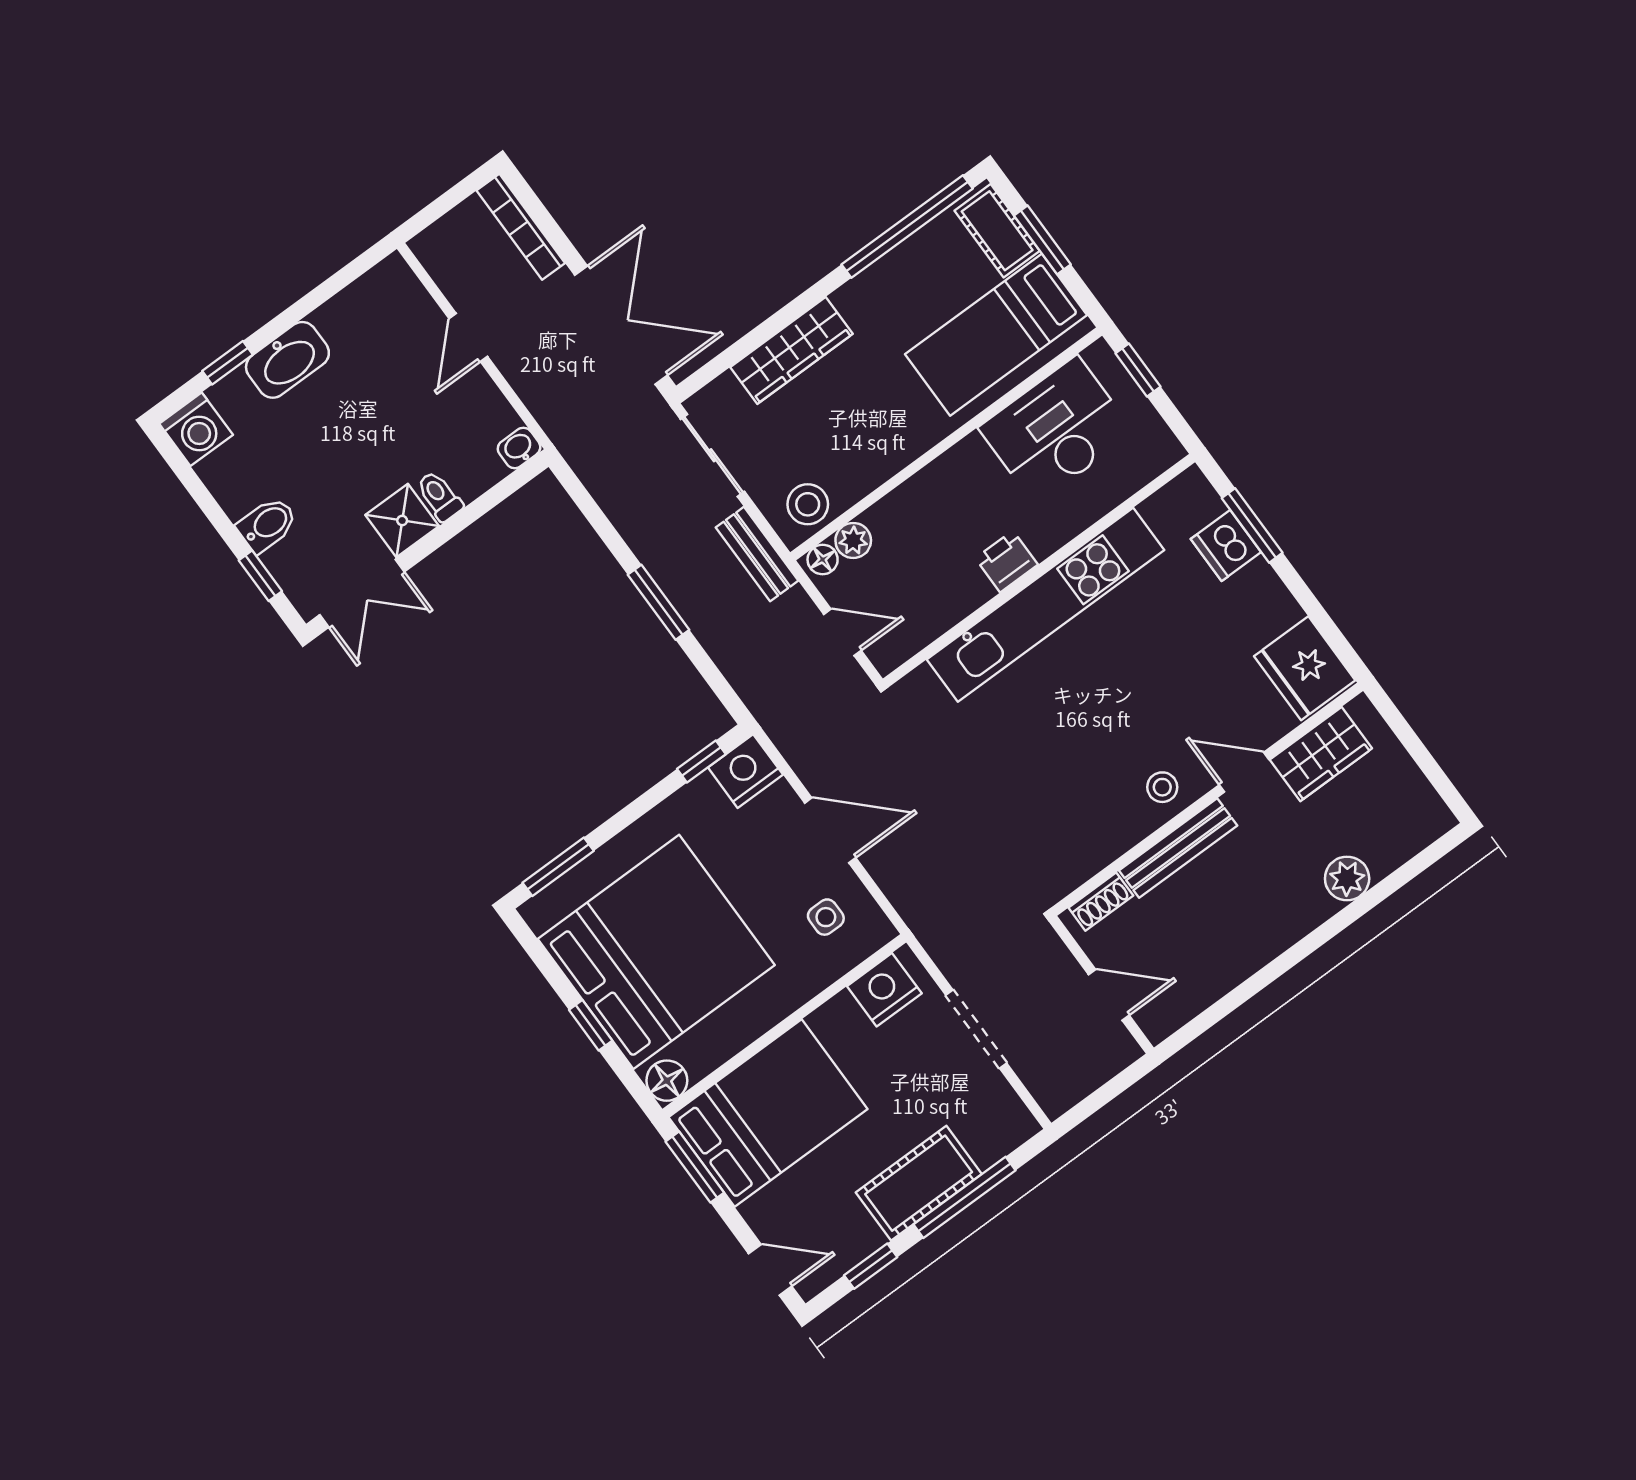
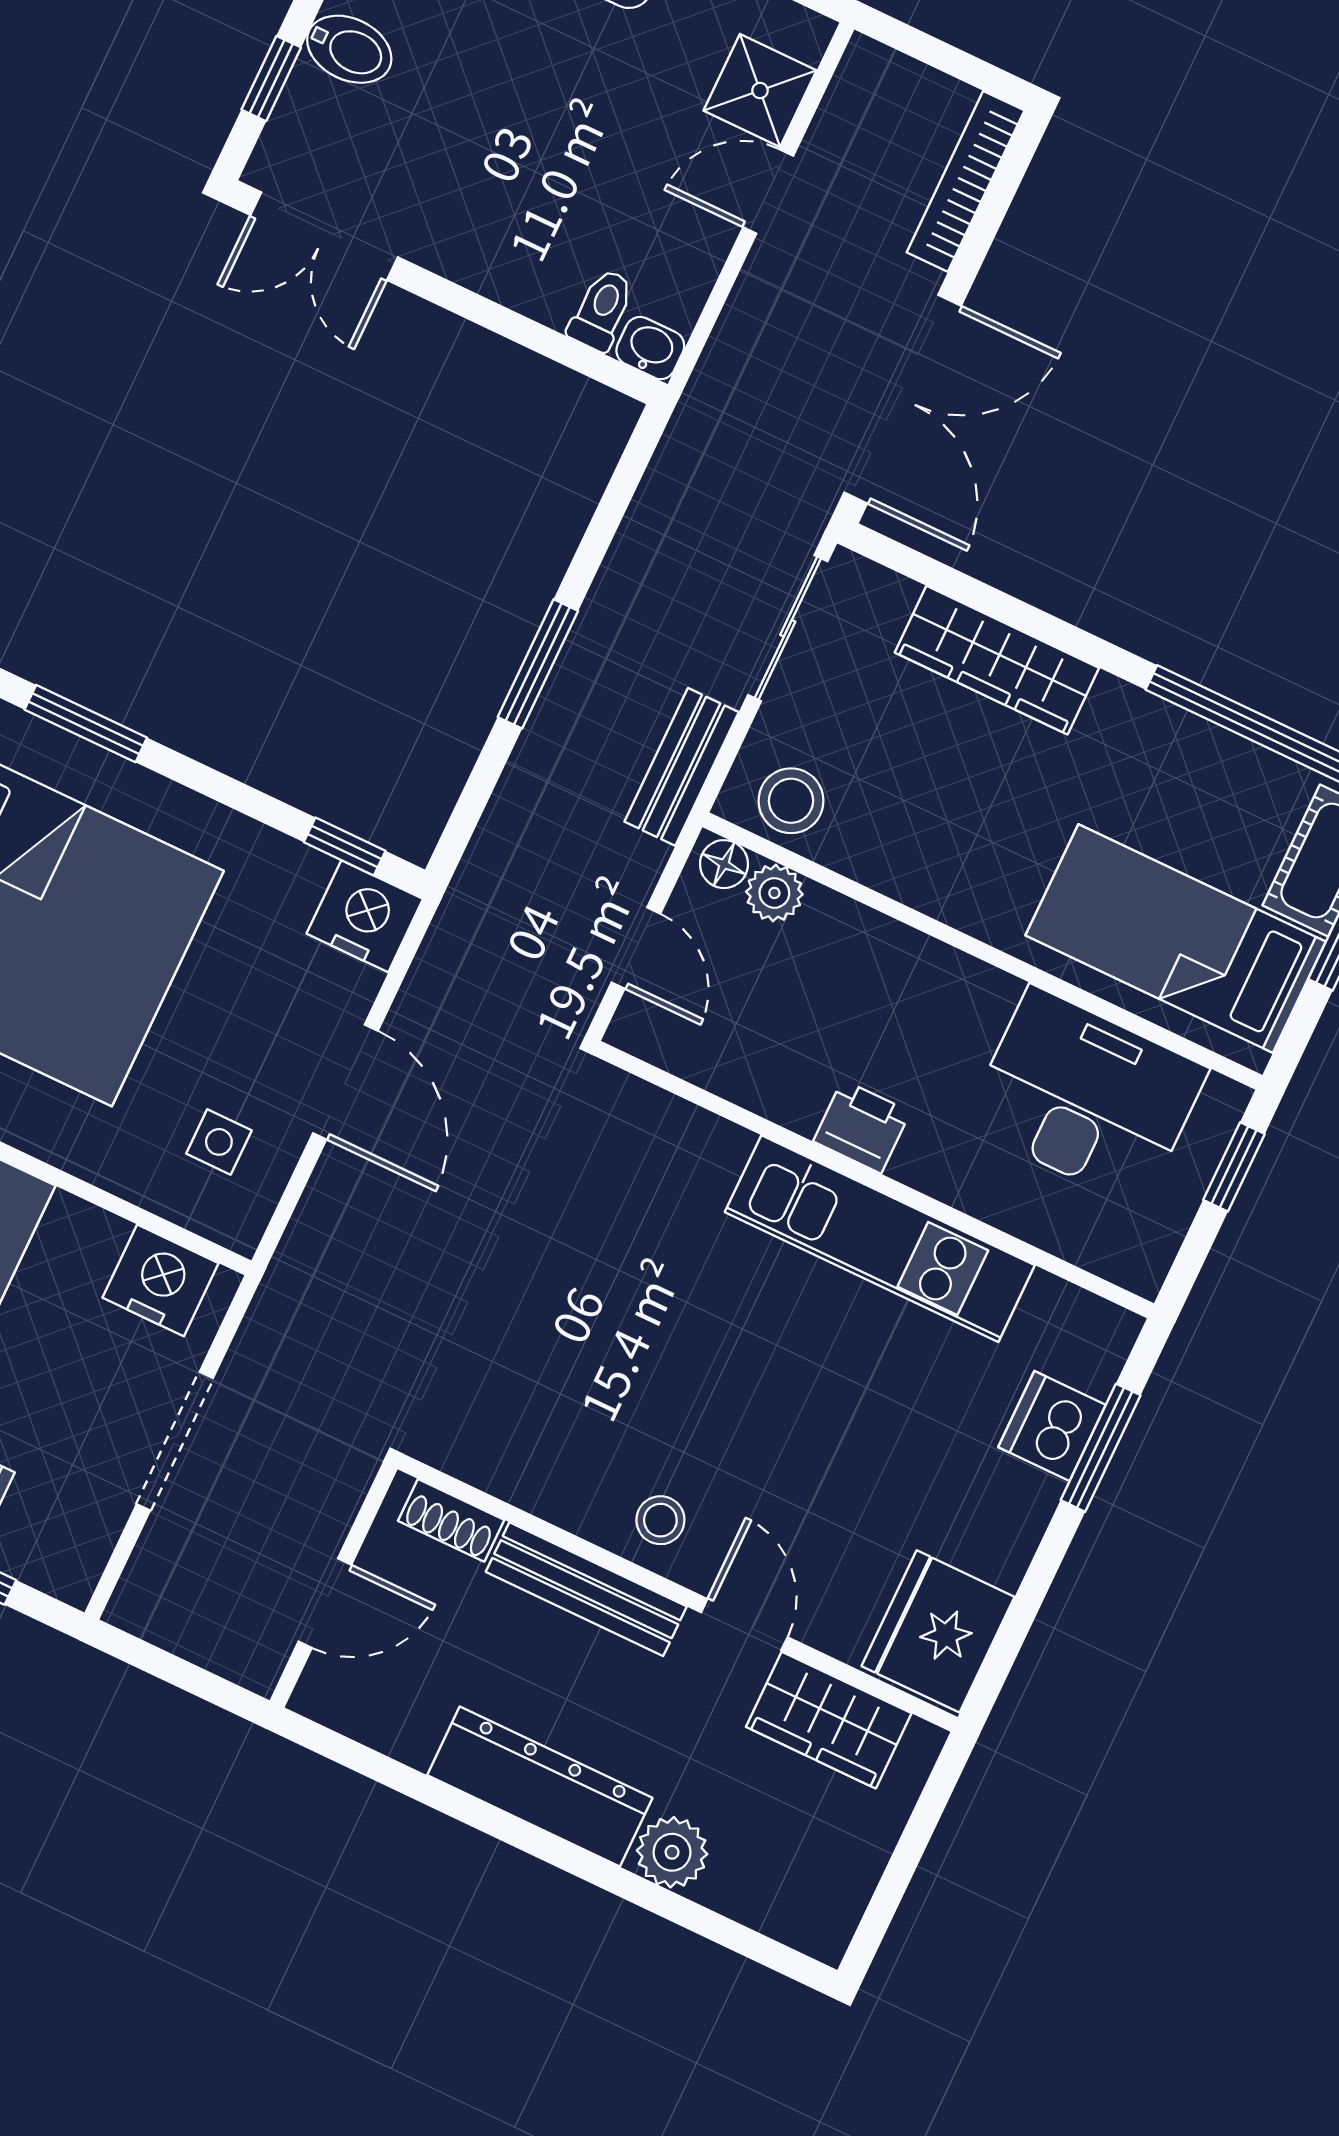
toilet: (439, 496) -> (602, 310), moved
shower: (402, 520) -> (760, 91), moved
kitchen unit: (1045, 605) -> (880, 1239), width x0.73
dresser: (1272, 931) -> (540, 1787), added
door: (1109, 995) -> (325, 1603), hinge flipped

